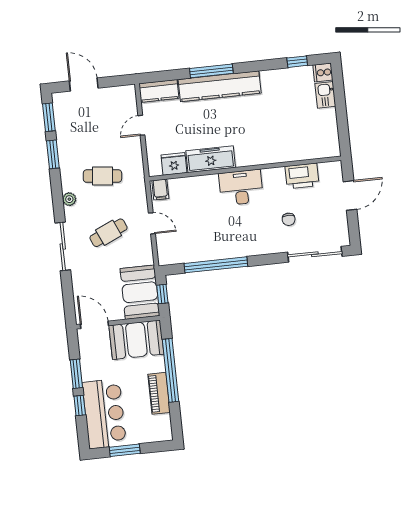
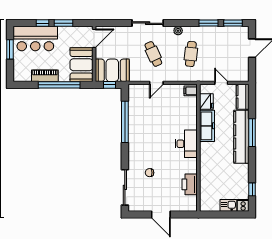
freezer: (211, 159) -> (207, 126), moved
fridge: (174, 164) -> (206, 102), moved
wall: (245, 169) -> (198, 148), moved
printer: (302, 176) -> (190, 184), moved
desk: (241, 188) -> (186, 144), moved
filing cabinet: (160, 189) -> (191, 91), moved

